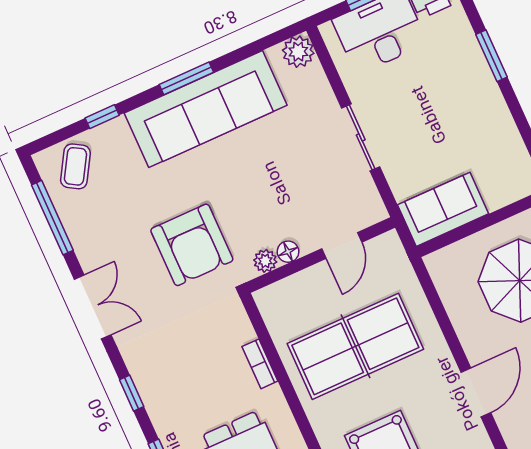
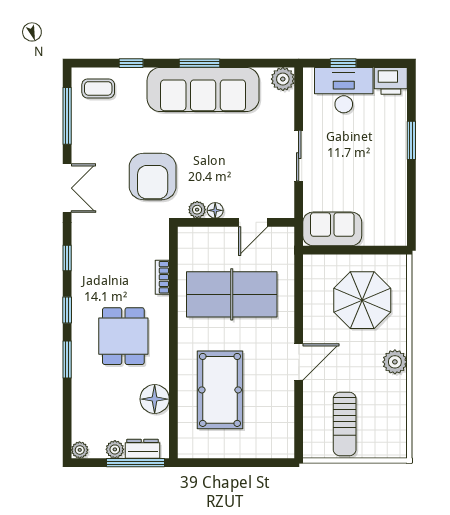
coffee table: (75, 166) -> (98, 88), turned 59

